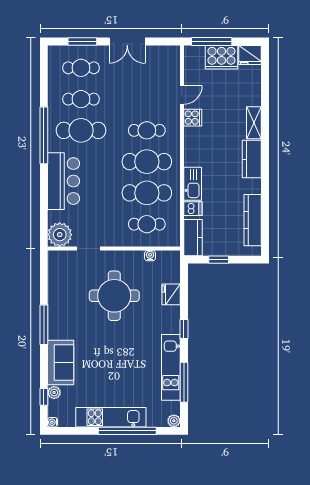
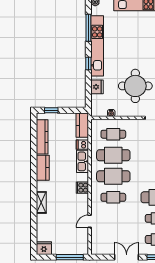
cooker: (221, 57) -> (63, 247), removed
cooker: (193, 118) -> (82, 188), moved
kitchen counter: (252, 159) -> (43, 168), moved
window: (219, 260) -> (51, 110), moved
kitchen unit: (171, 367) -> (97, 46), width x1.36

